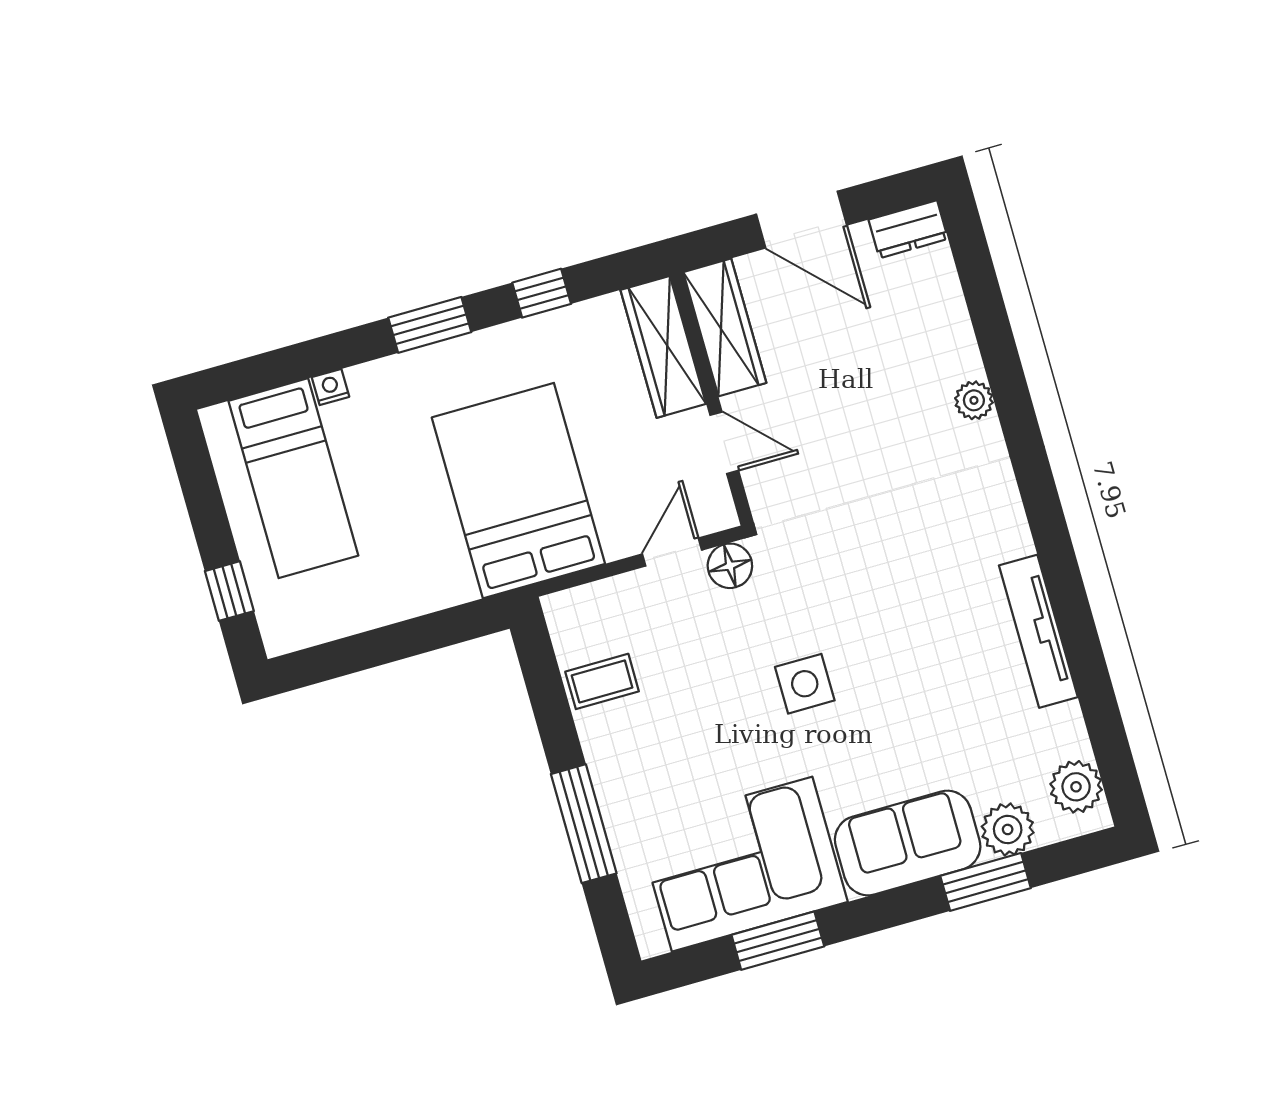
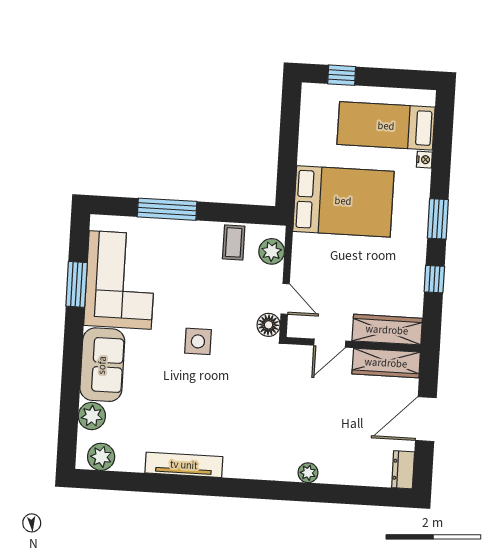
bed: (518, 491) -> (343, 201), moved
plant: (594, 607) -> (272, 251), added
window: (986, 882) -> (70, 396), removed

